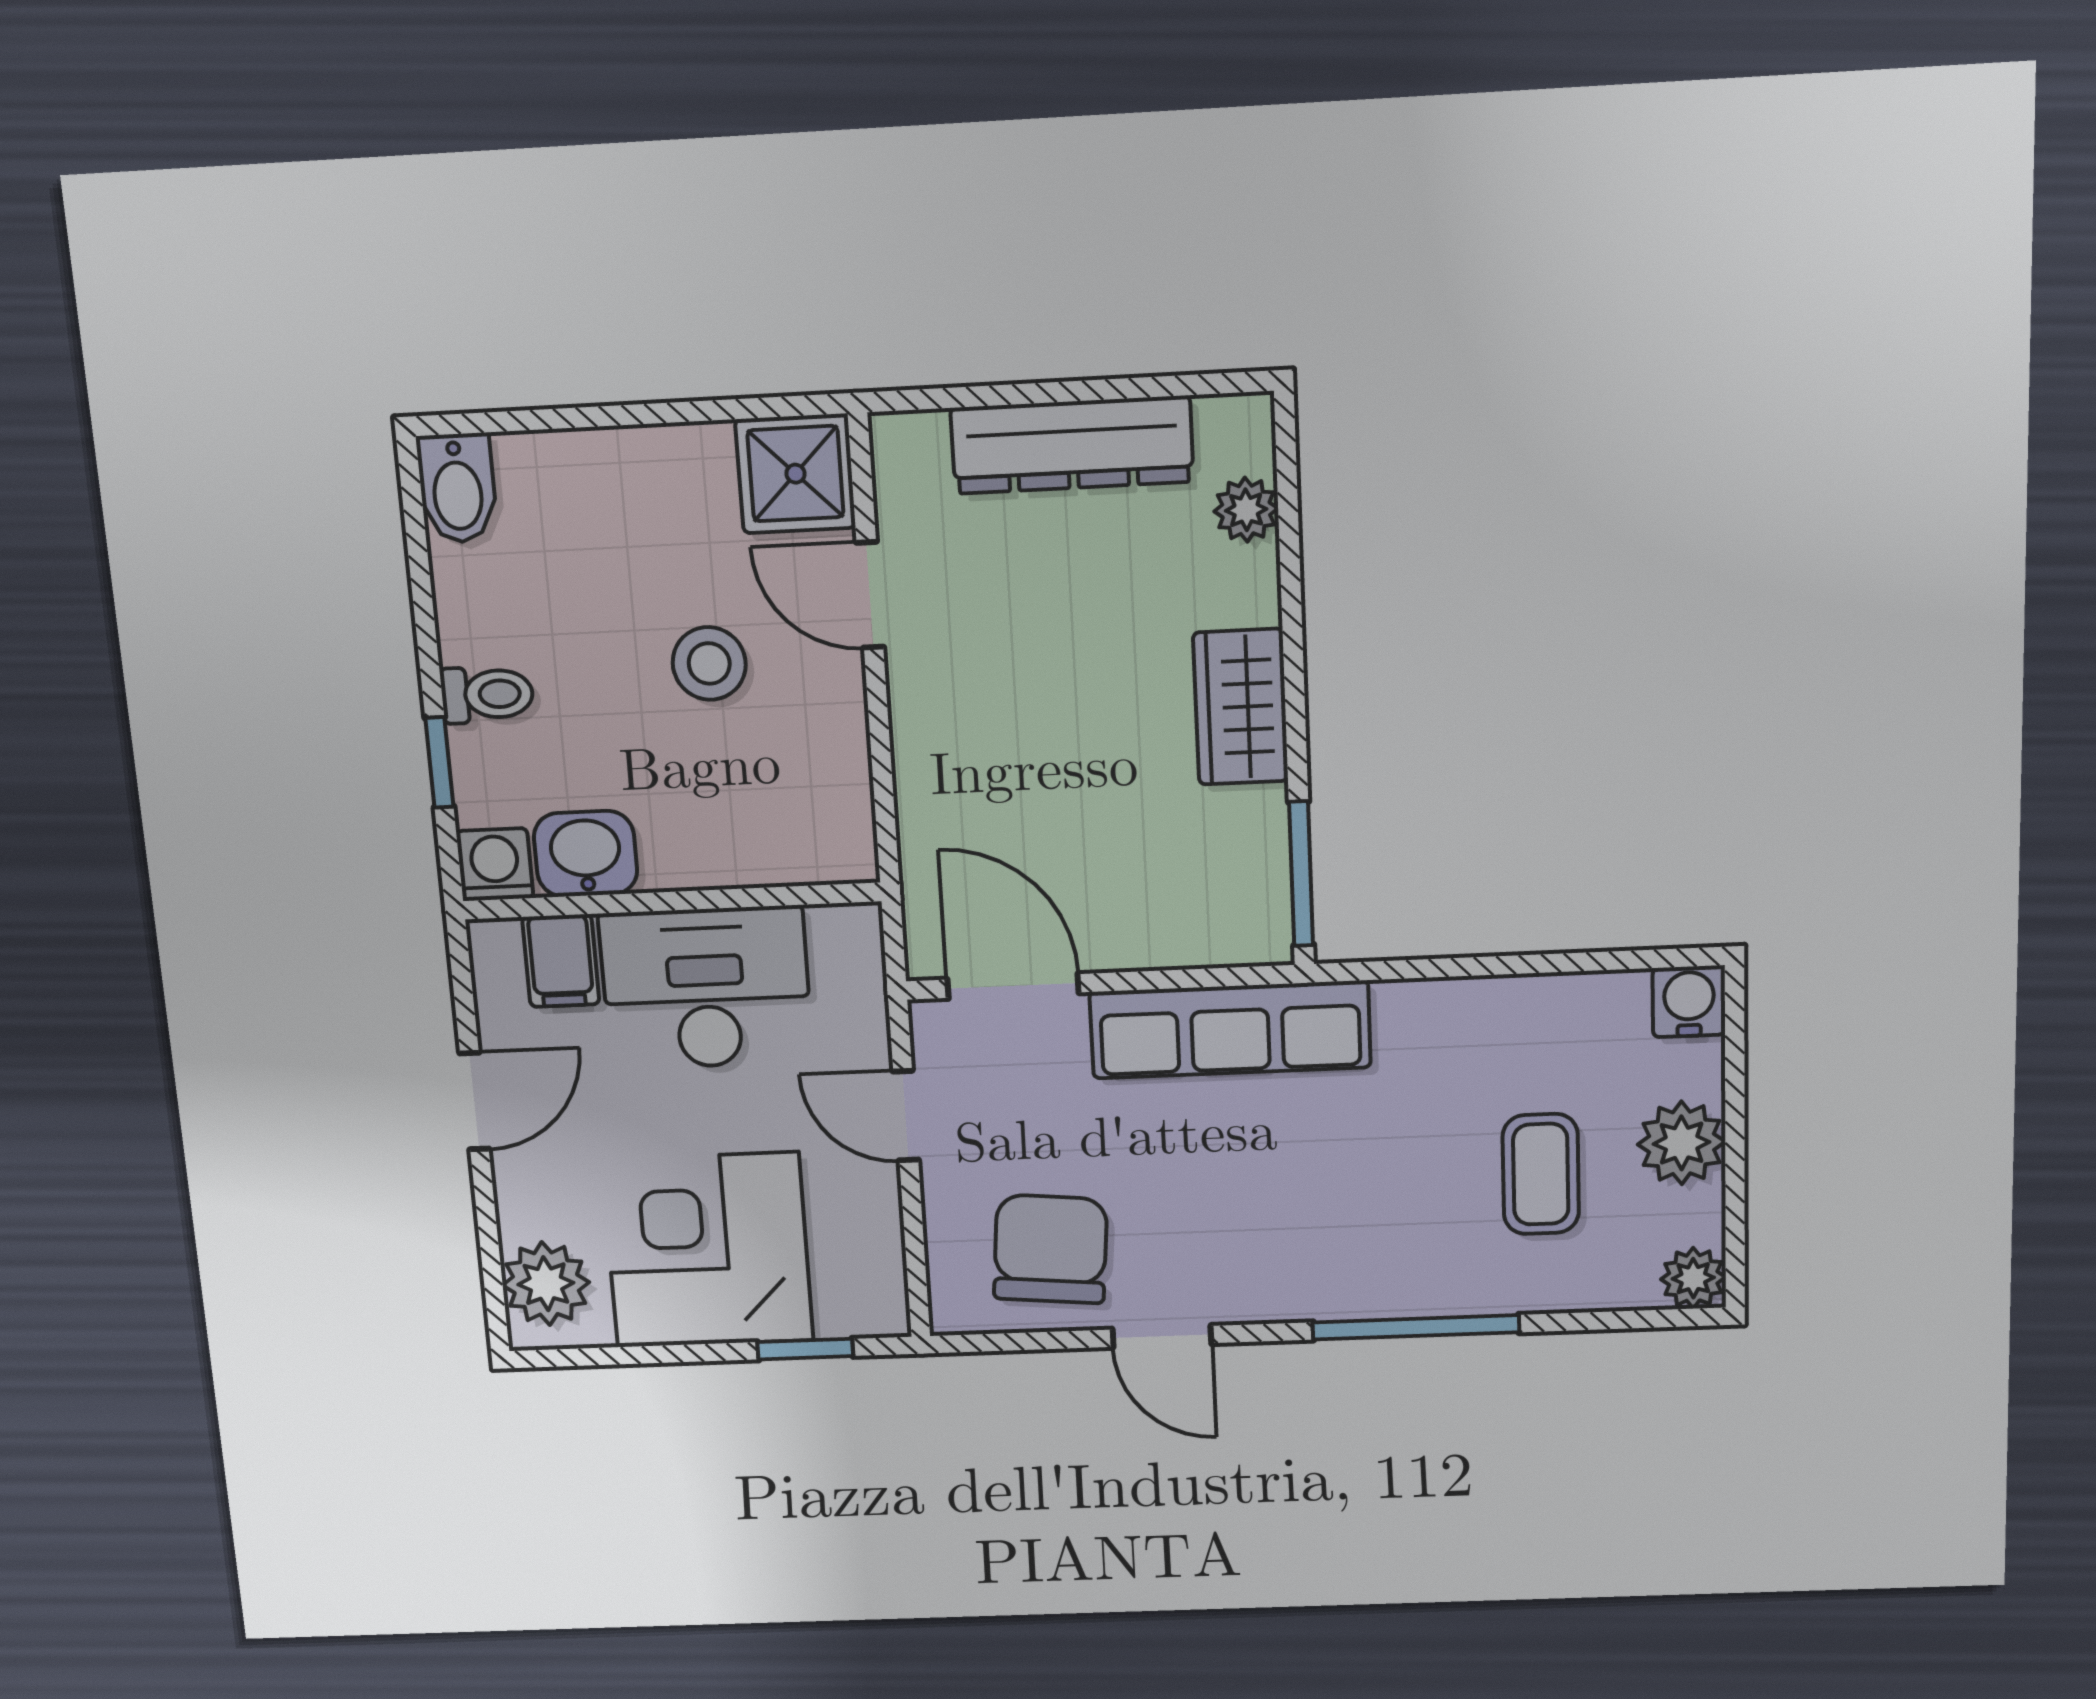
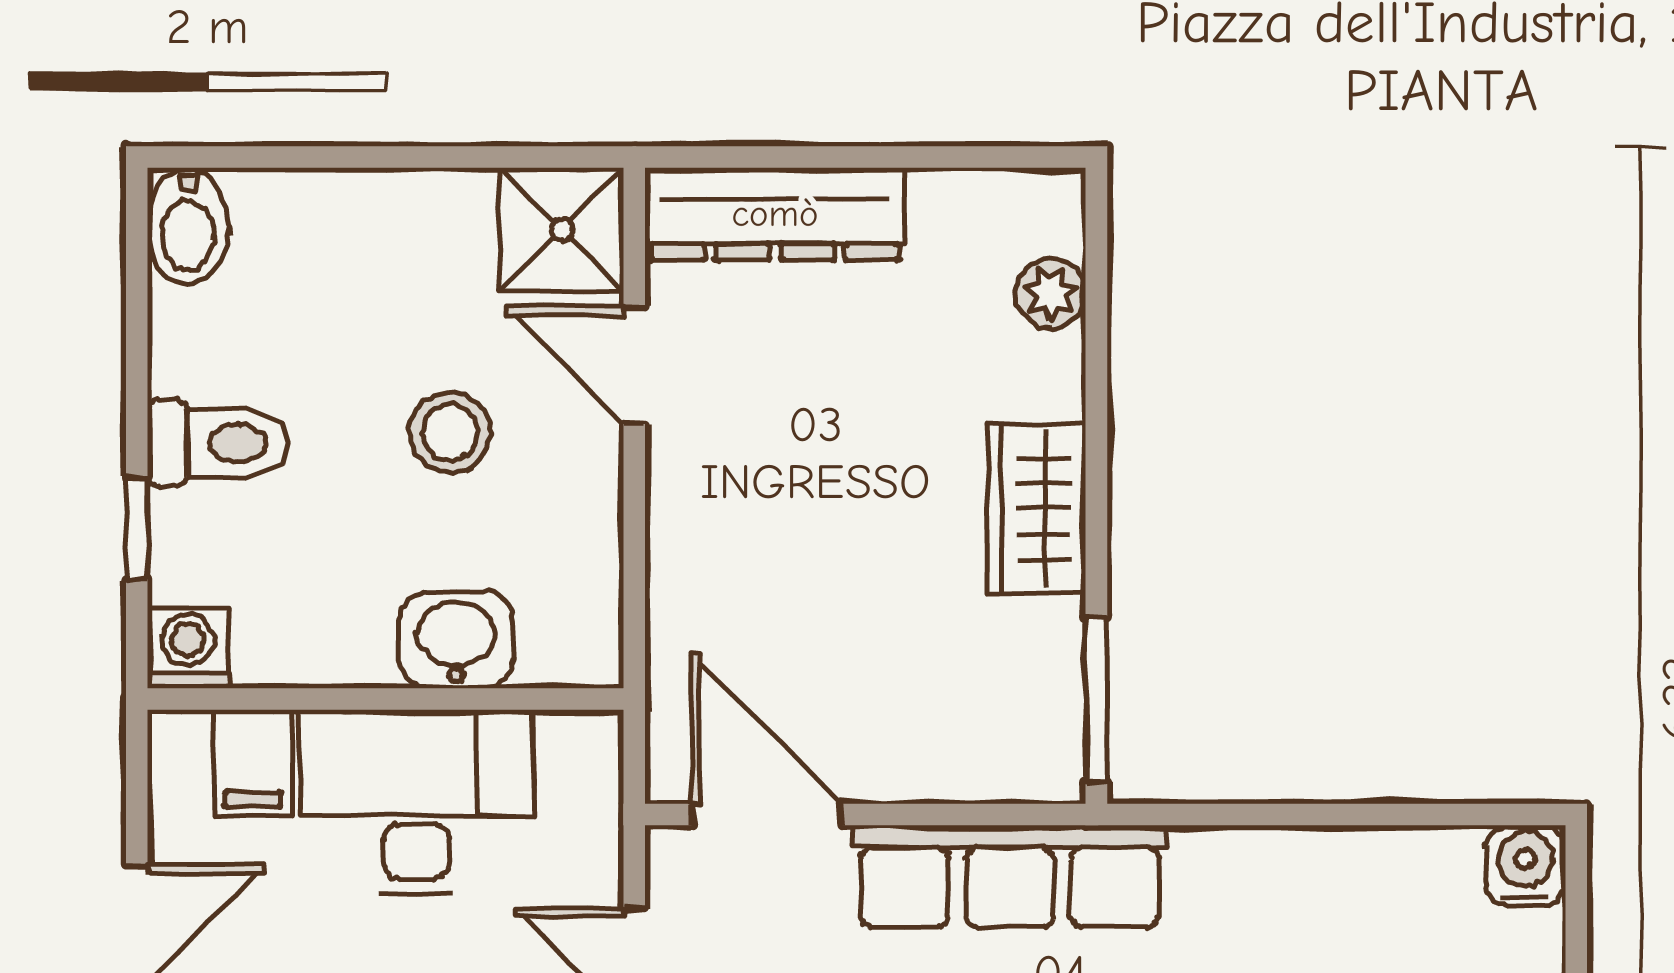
dresser: (1072, 445) -> (775, 214), moved
toilet: (487, 694) -> (218, 443), width x1.37, depth x1.39
washbasin: (585, 854) -> (456, 640), moved

